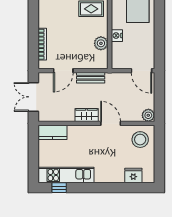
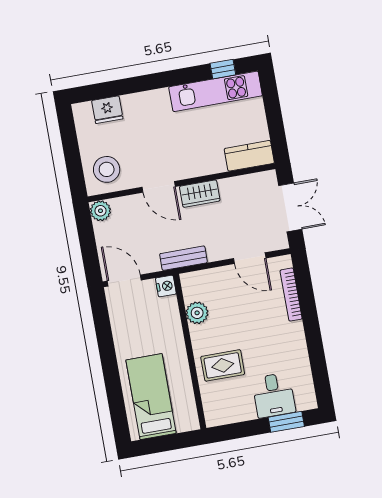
nightstand: (117, 36) -> (166, 286), moved
door: (63, 71) -> (250, 258), swing flipped
bench: (91, 78) -> (183, 258), moved

